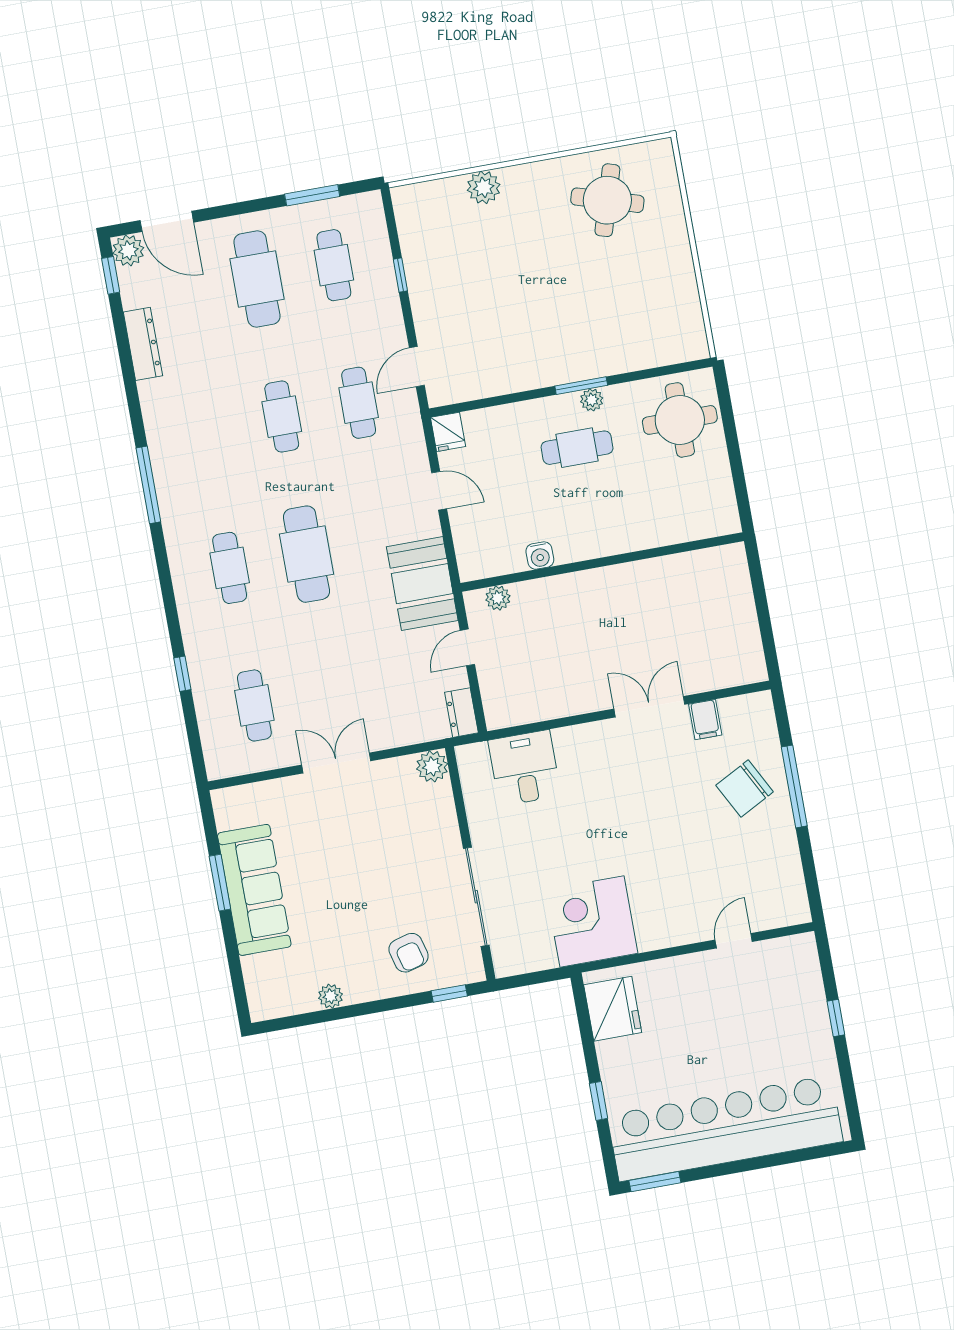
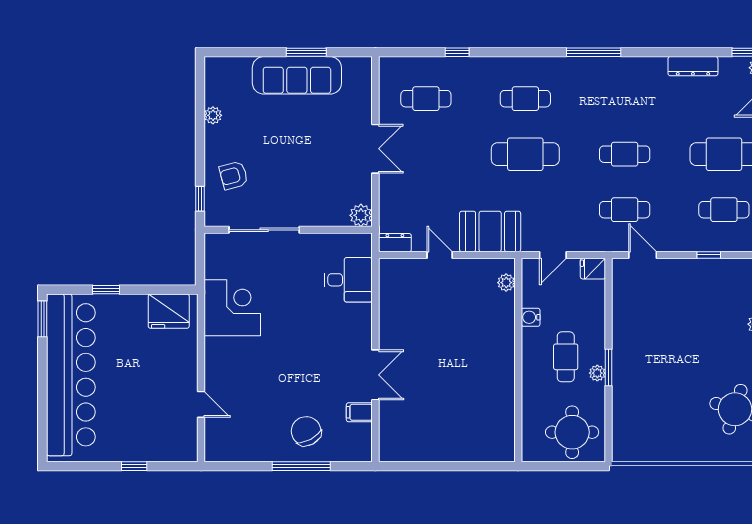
water cooler: (540, 556) -> (531, 317), moved
wall: (602, 562) -> (518, 360), moved
plant: (498, 598) -> (506, 283), moved

